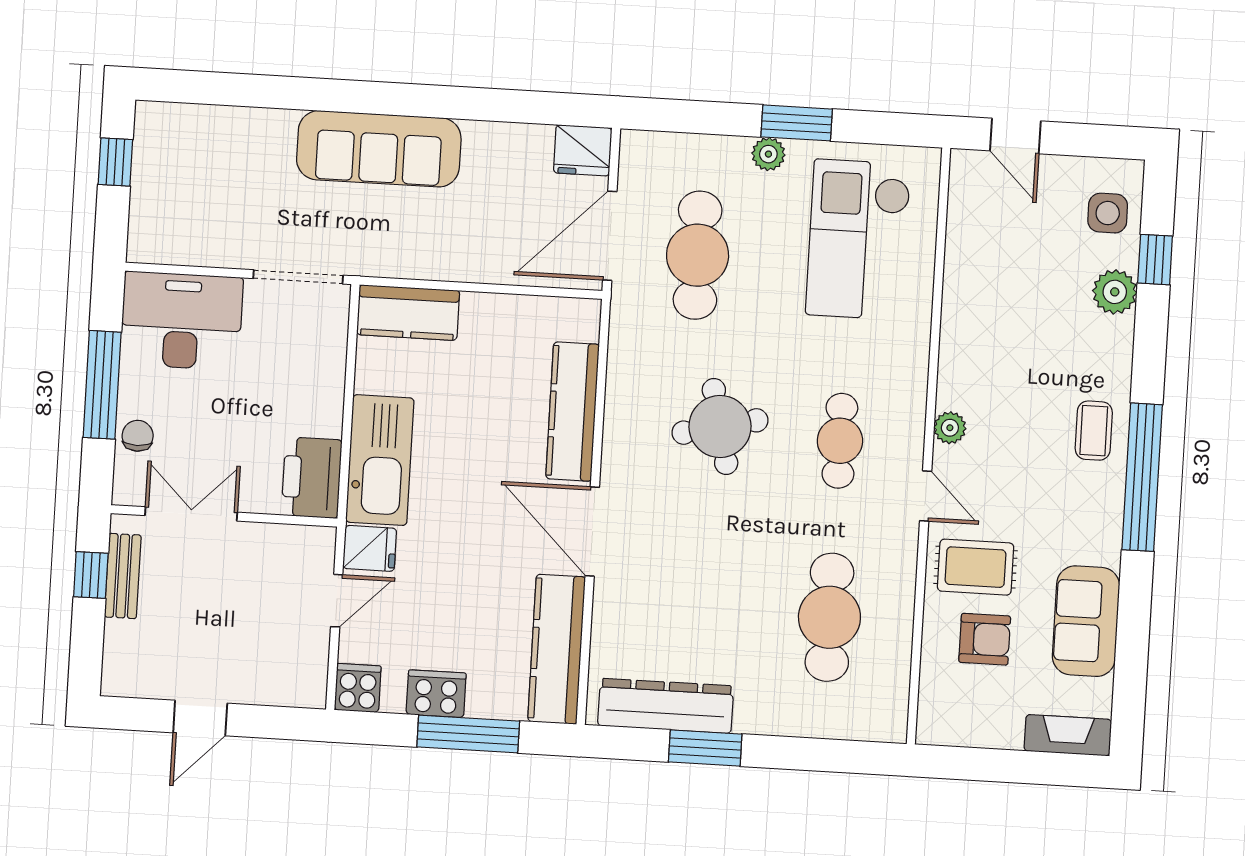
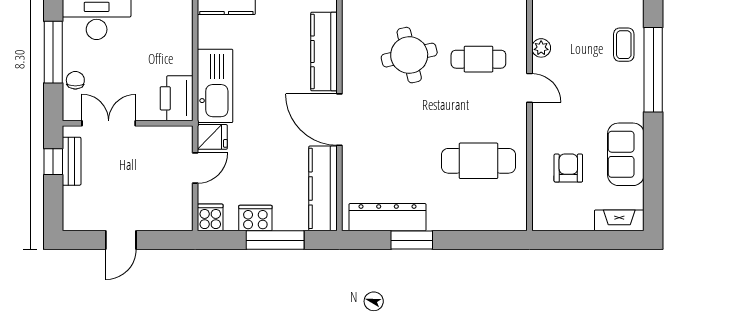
cafe table: (840, 441) -> (478, 59), turned 90
rug: (976, 567) -> (561, 127), removed
cafe table: (829, 617) -> (478, 161), turned 90
armchair: (985, 639) -> (568, 168), turned -90

